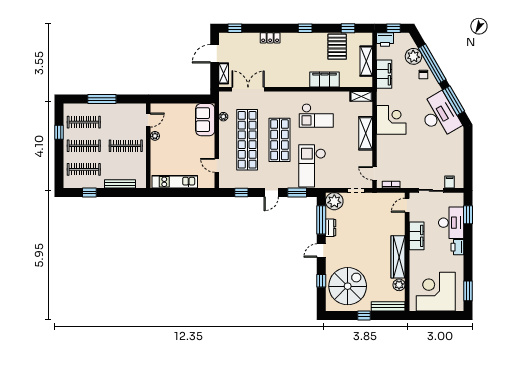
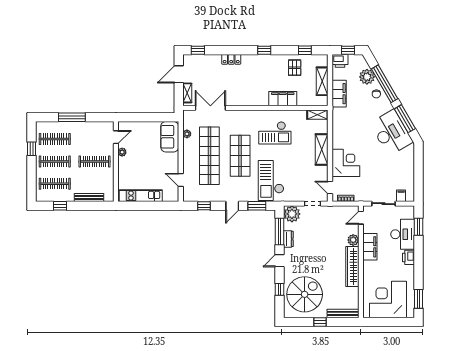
pallet: (337, 47) -> (295, 68), width x0.67, depth x0.71
corner desk: (391, 120) -> (346, 163), moved
plant: (399, 285) -> (353, 240), moved

